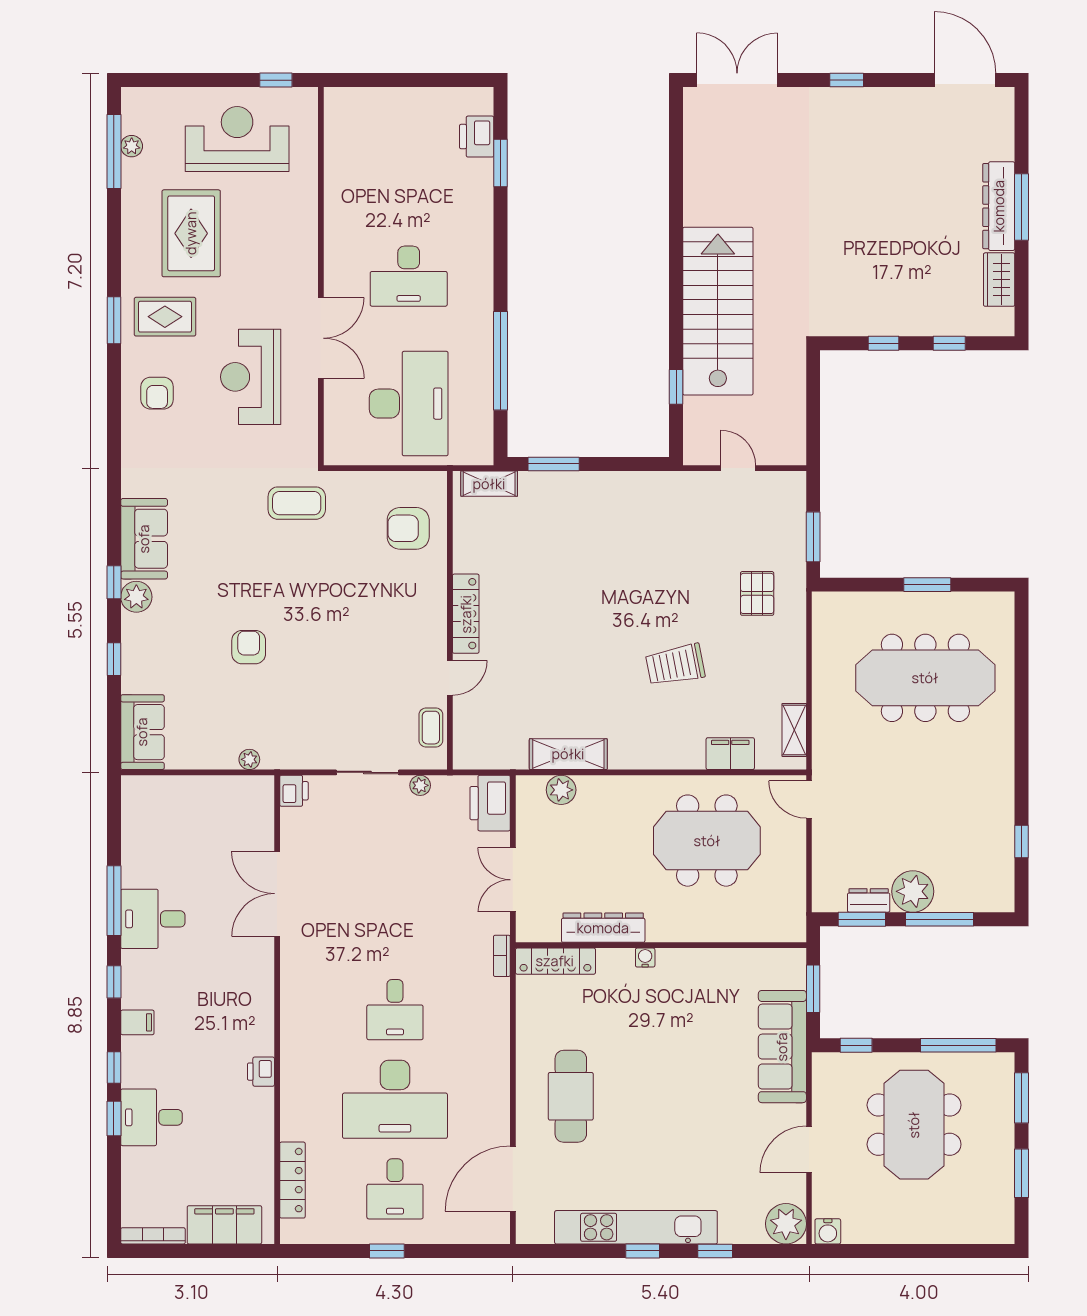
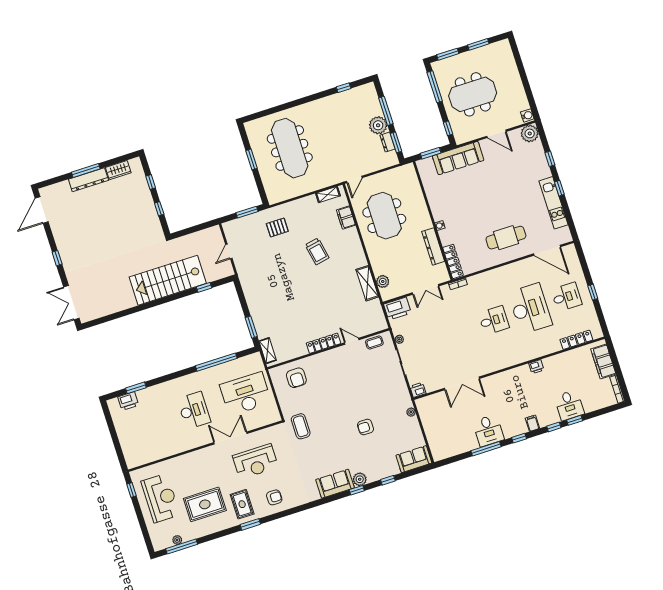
reception desk: (237, 139) -> (161, 498), turned 180
kitchen unit: (636, 1227) -> (553, 203), width x0.73

